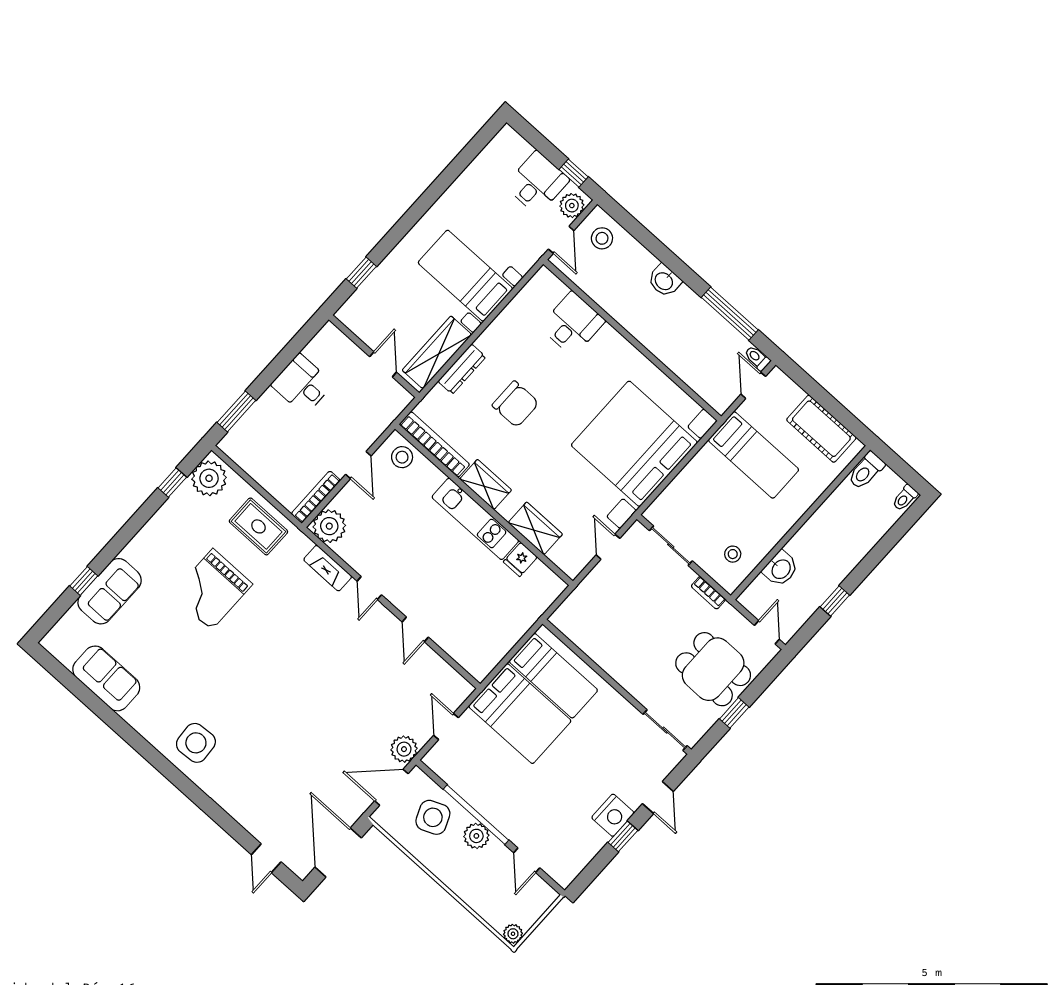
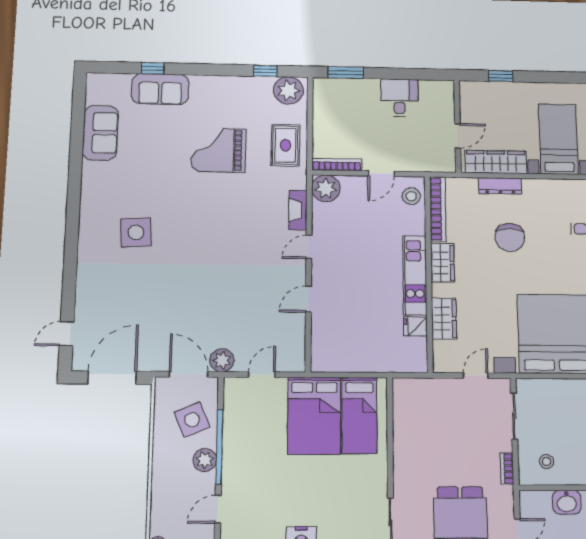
side table: (196, 743) -> (136, 232), moved

